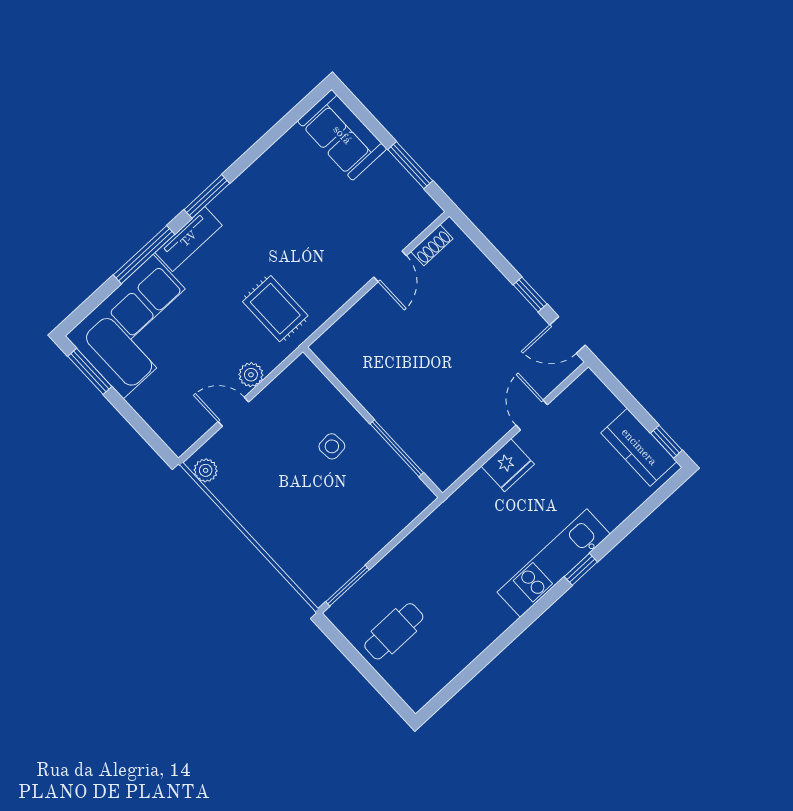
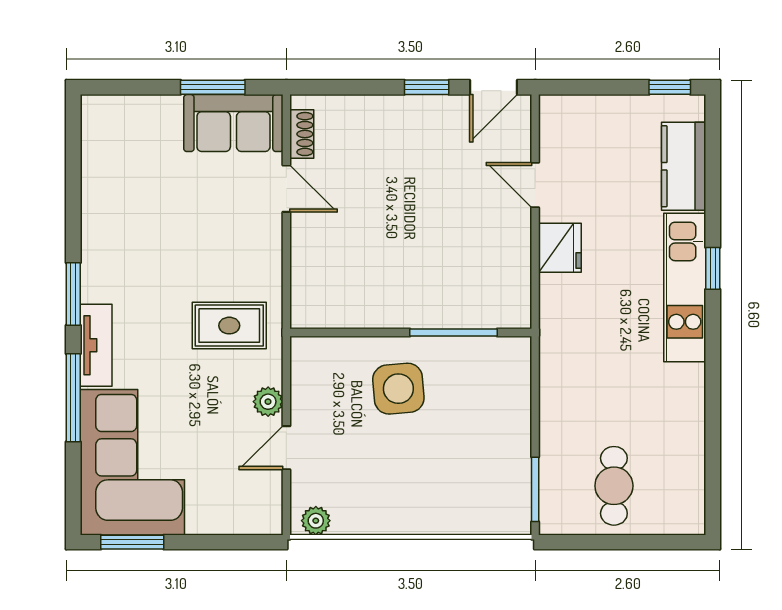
sofa: (342, 135) -> (233, 123), moved
side table: (332, 446) -> (398, 389), width x1.87, depth x1.87
kitchen counter: (639, 447) -> (684, 166), moved, turned 90

